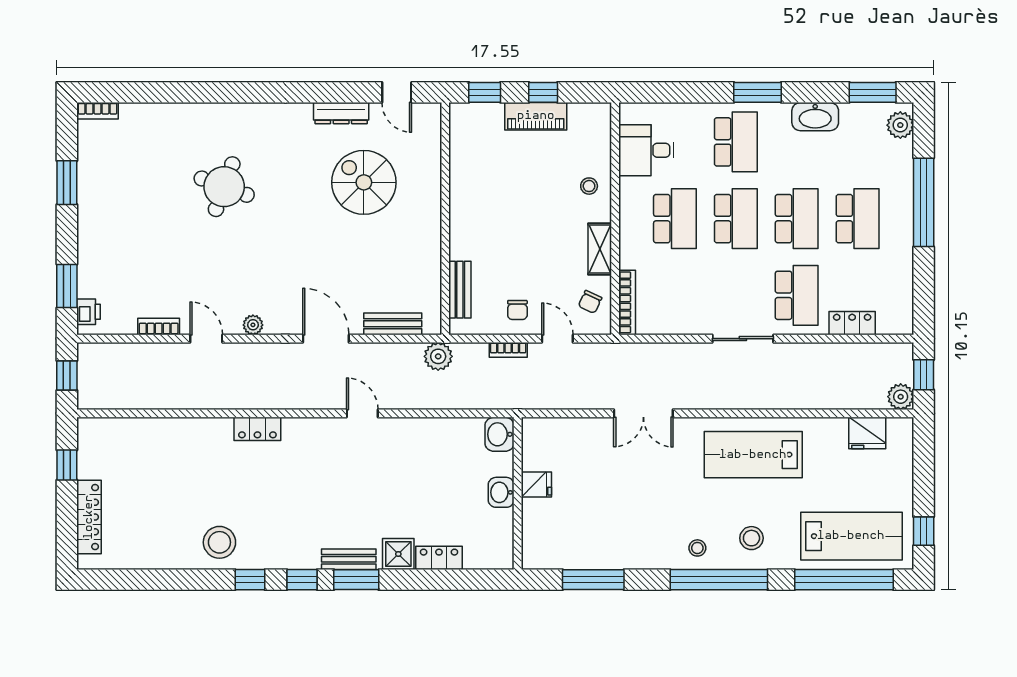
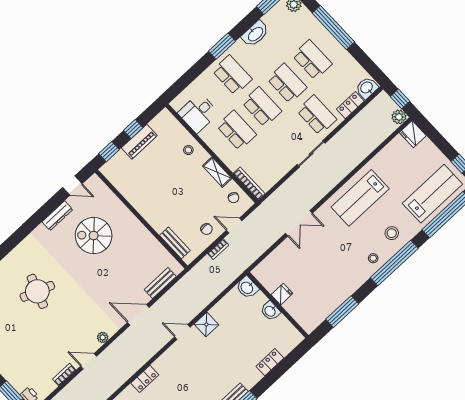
washbasin: (894, 320) -> (367, 88), added
plant: (438, 356) -> (192, 279), removed
fridge: (867, 433) -> (413, 134), moved, turned 90
shower: (398, 554) -> (206, 324), moved

